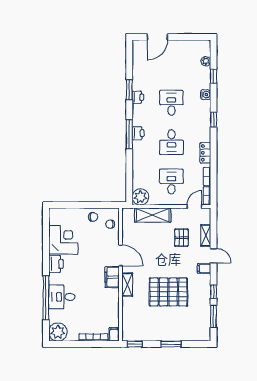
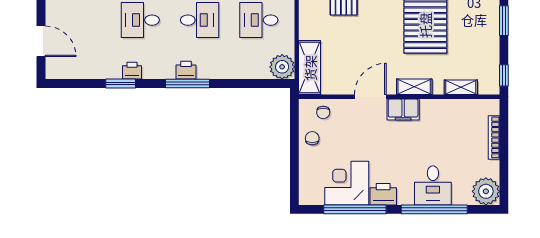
shelving: (153, 215) -> (310, 68), moved
window: (46, 245) -> (355, 209), added
shelving: (127, 315) -> (461, 87), added
filing cabinet: (114, 334) -> (489, 107), removed

